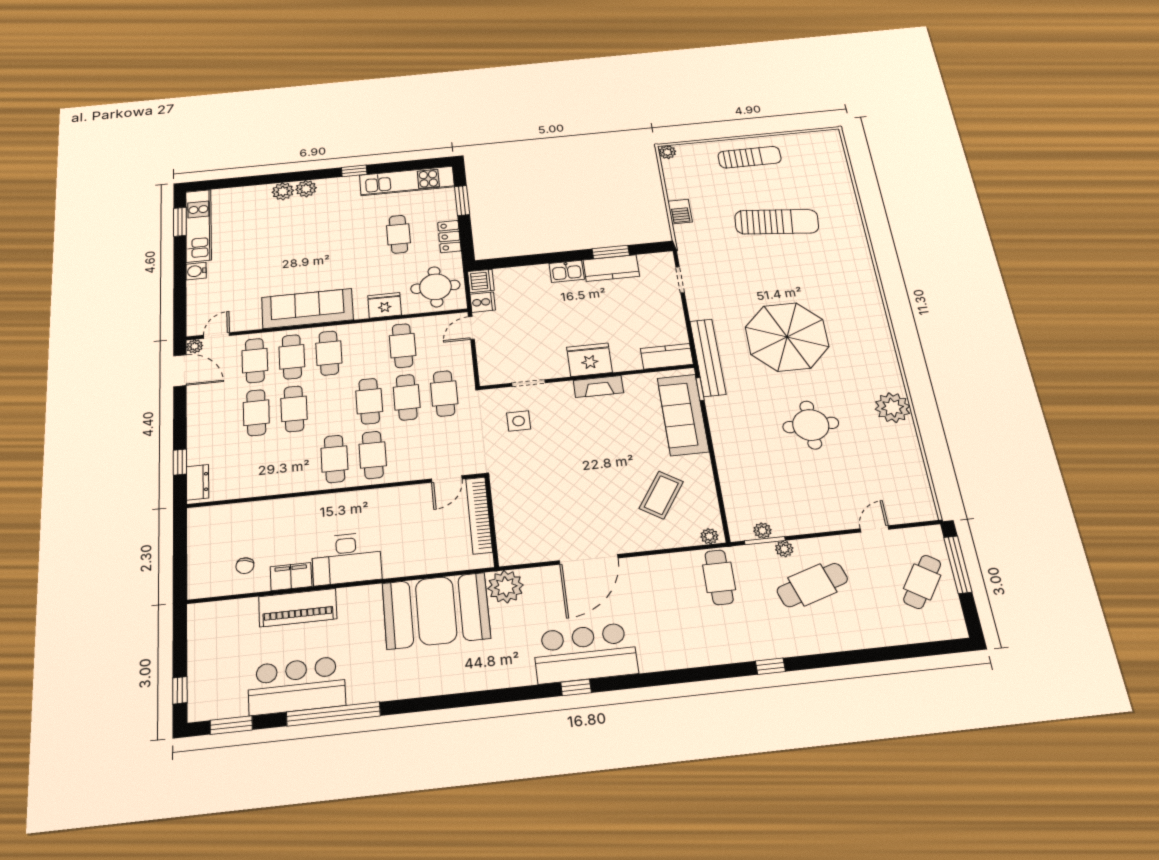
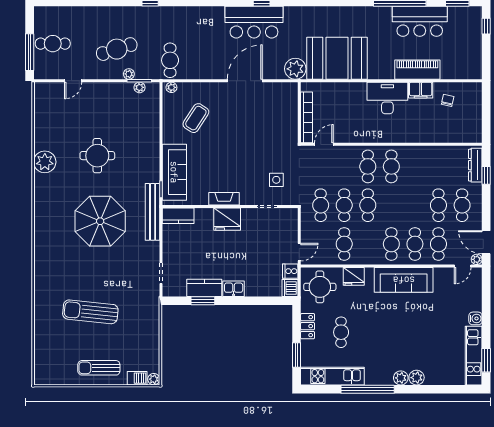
window: (354, 171) -> (368, 389), width x3.17
barbecue: (680, 212) -> (137, 378), moved, turned 90
cafe table: (294, 409) -> (462, 205), moved
dresser: (198, 482) -> (475, 165), width x1.44
cafe table: (922, 582) -> (53, 44), turned 57

